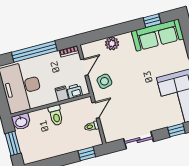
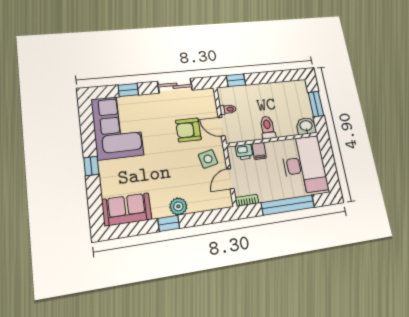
window: (152, 21) -> (169, 223), moved
sofa: (158, 35) -> (127, 209), width x0.73
plant: (112, 43) -> (178, 206), moved
armchair: (123, 103) -> (188, 130), added
door: (96, 110) -> (222, 127), hinge flipped

